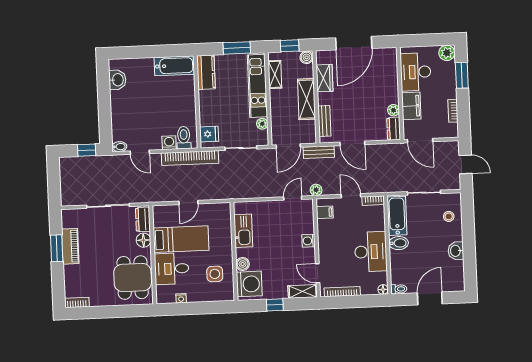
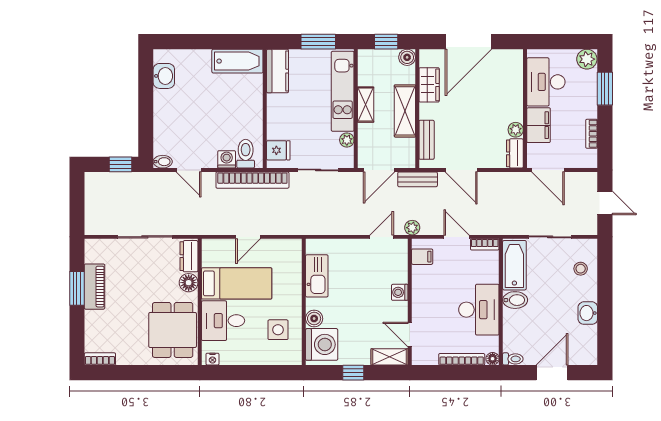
shelving: (275, 74) -> (366, 105), moved
bookcase: (342, 292) -> (462, 359), moved
nightstand: (181, 298) -> (212, 359), moved

